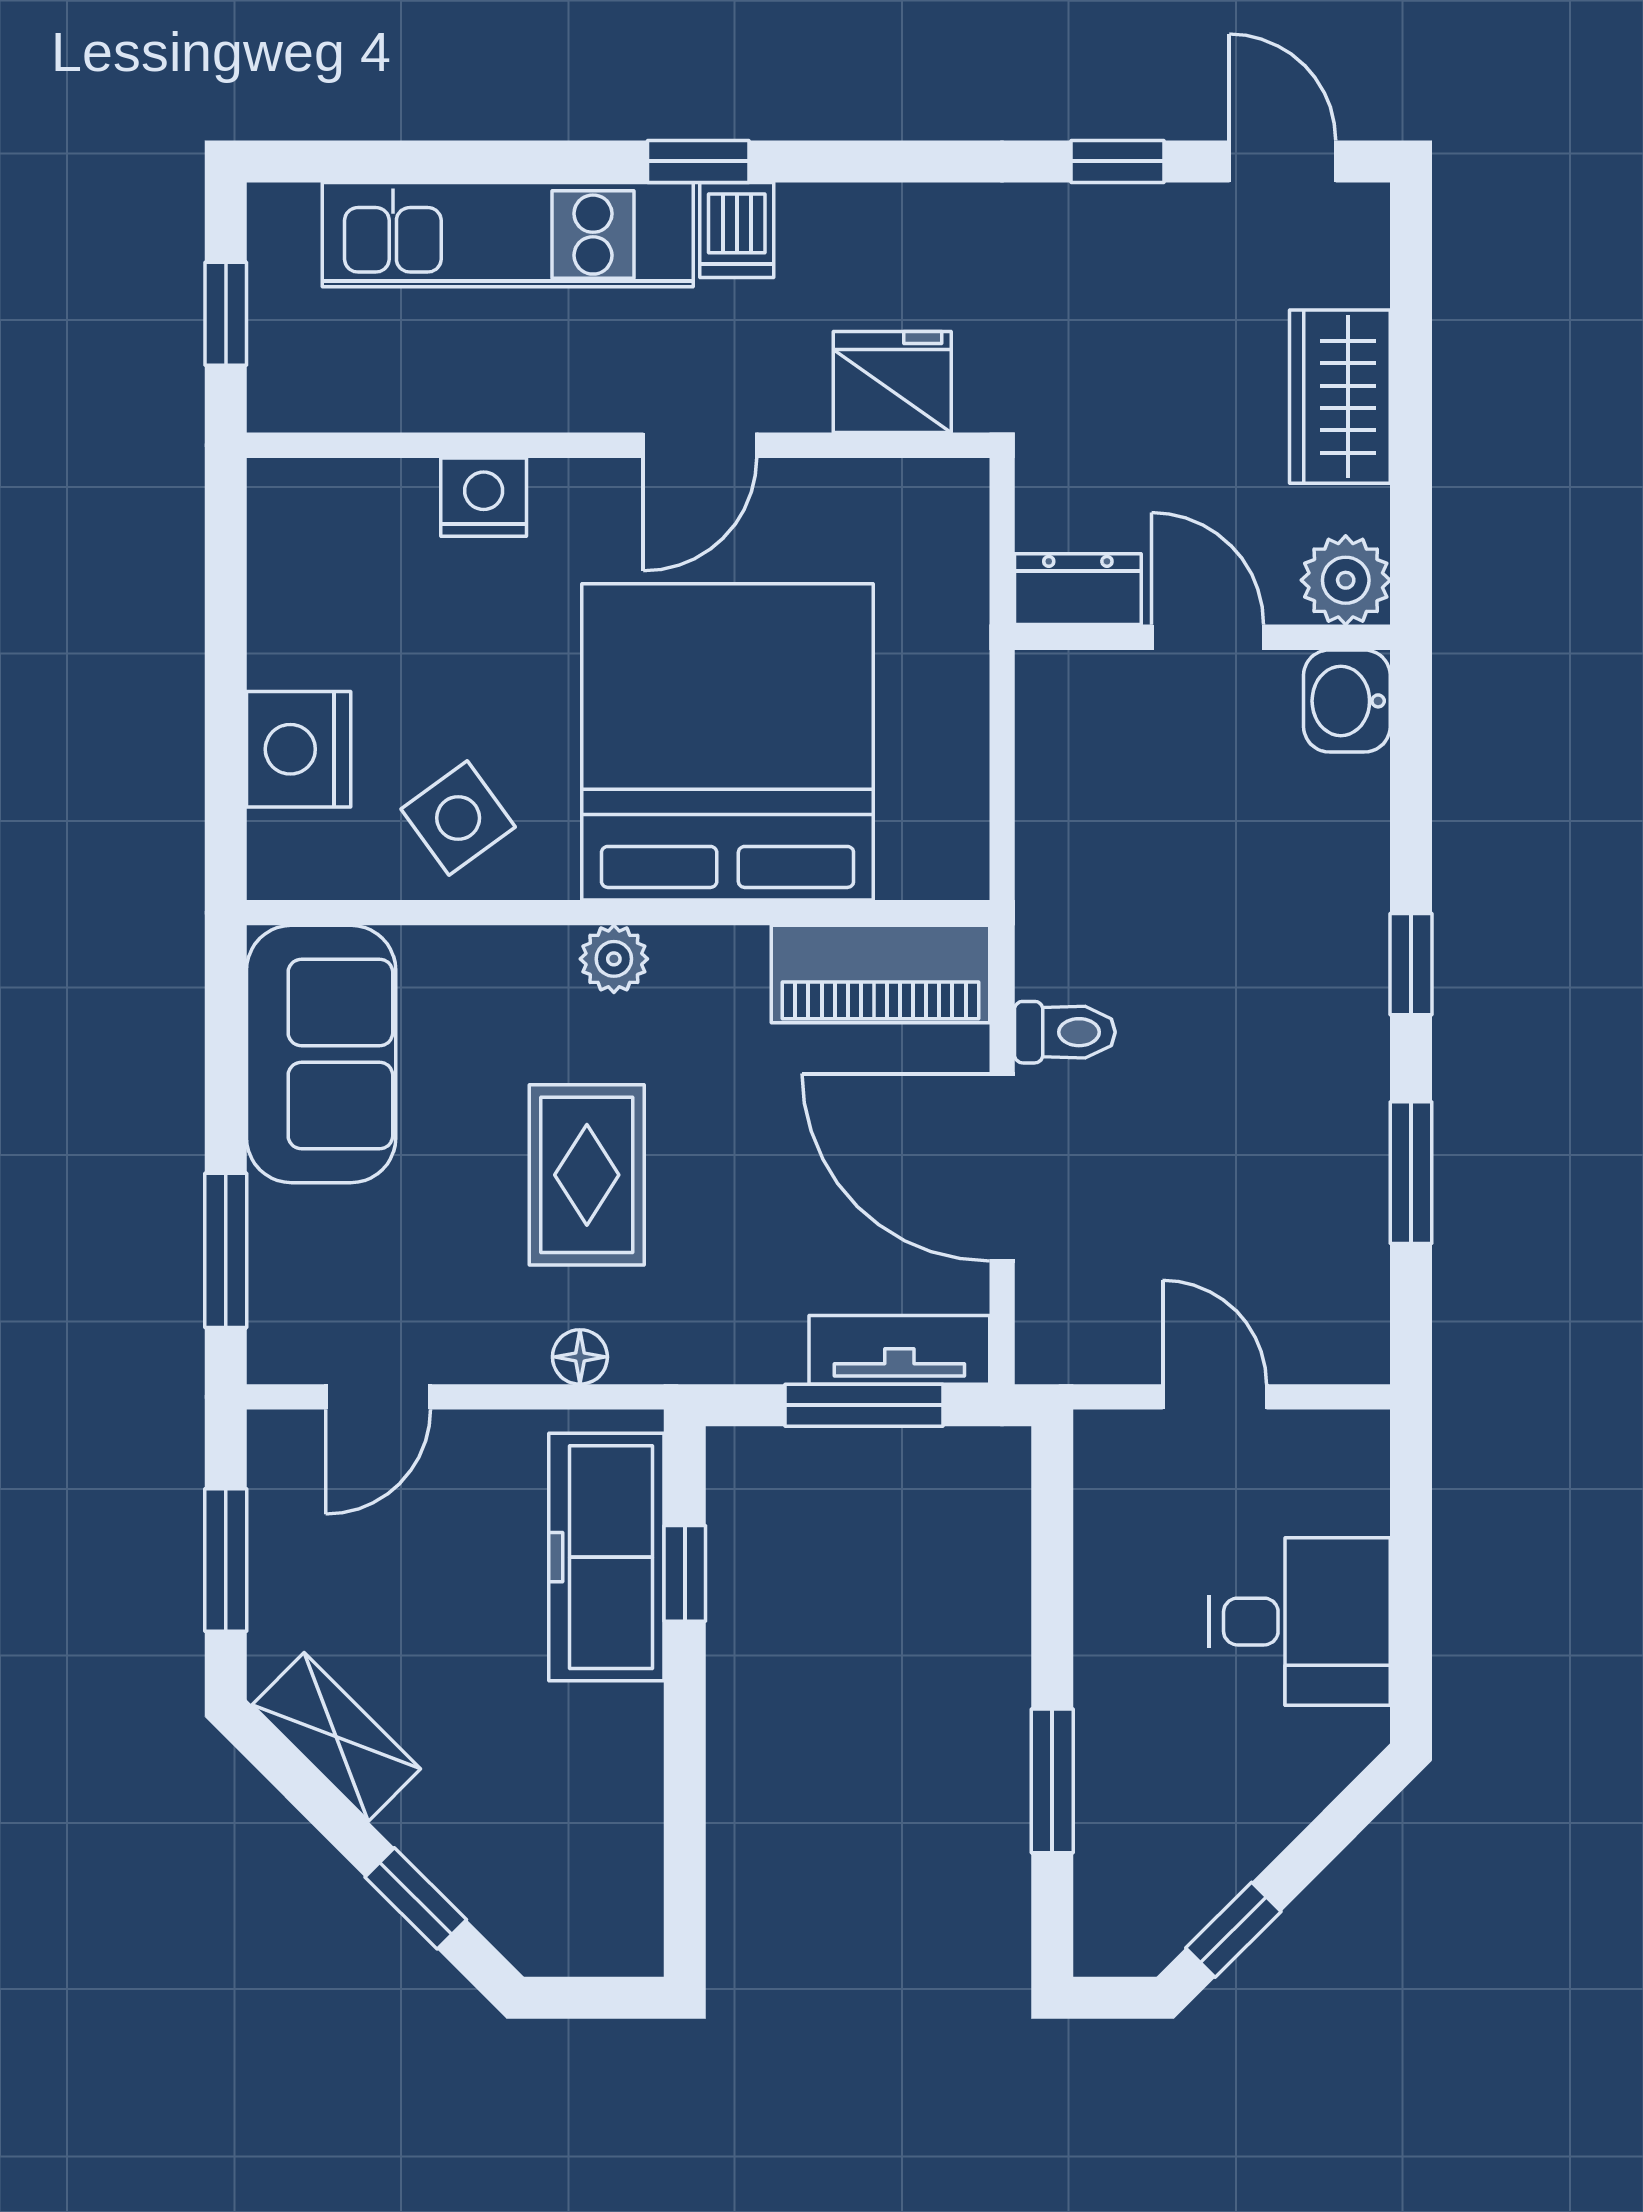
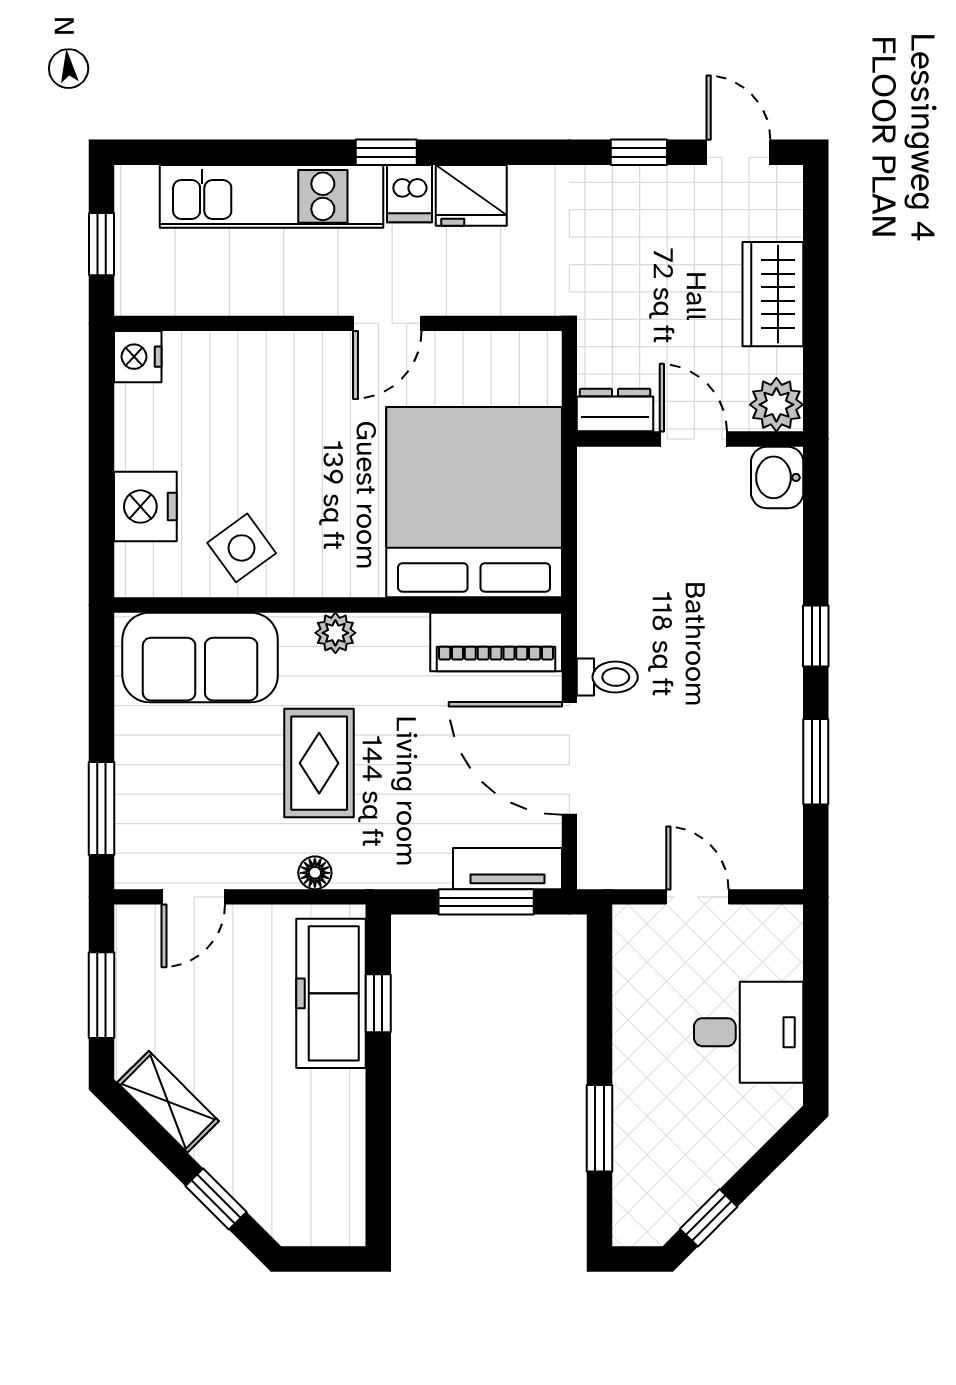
fridge: (892, 382) -> (471, 195), moved, turned 180
nightstand: (484, 497) -> (138, 357), moved, turned -90
bed: (728, 742) -> (474, 502), moved
sofa: (321, 1054) -> (200, 657), moved, turned 90

